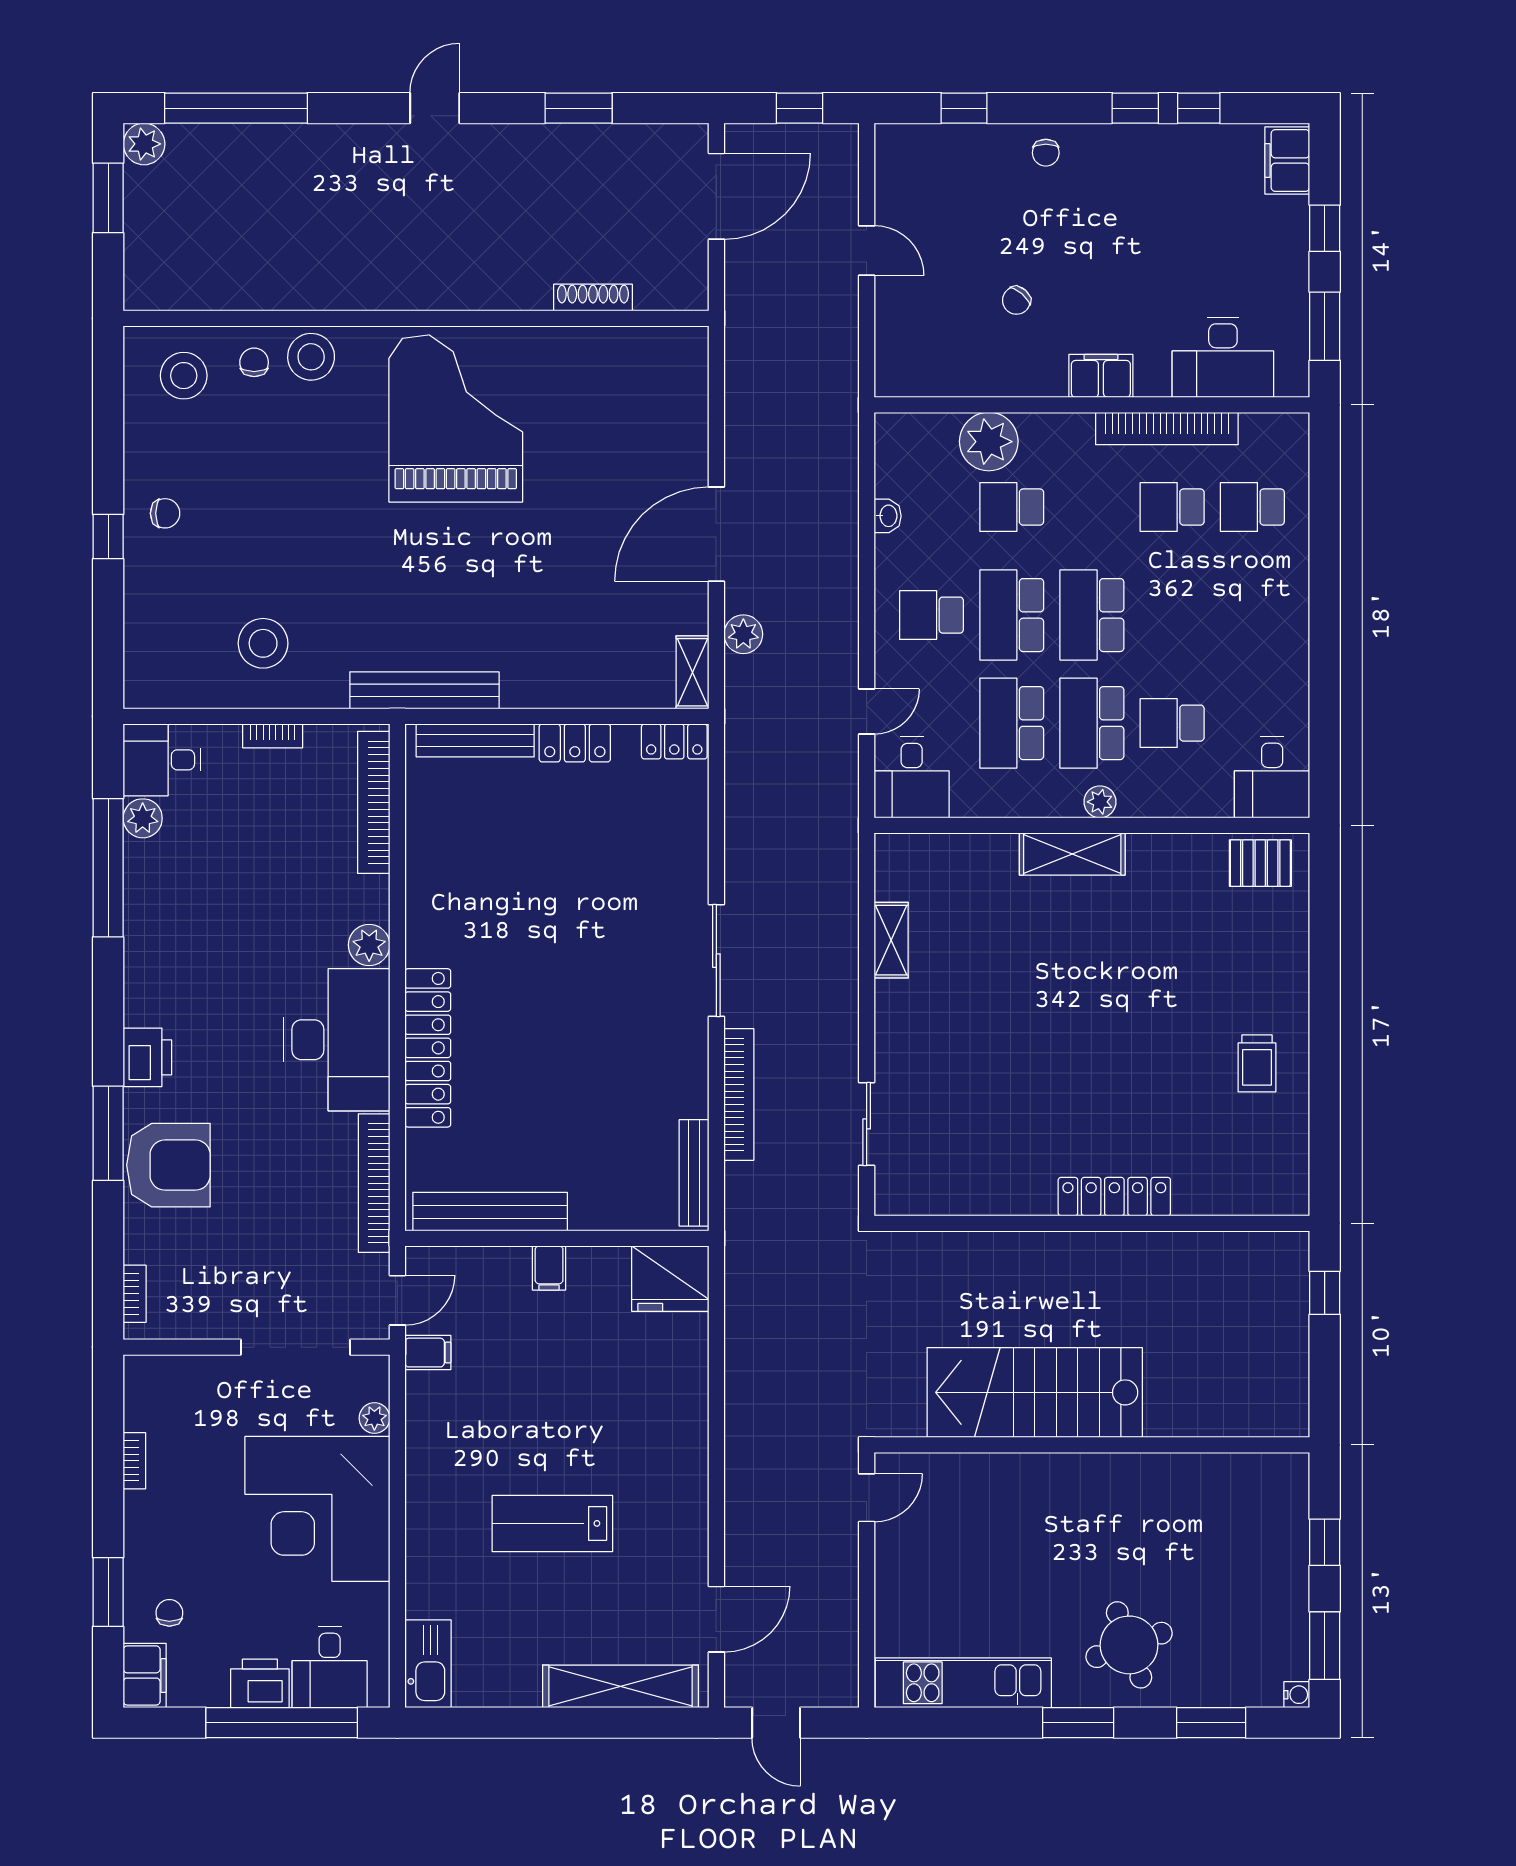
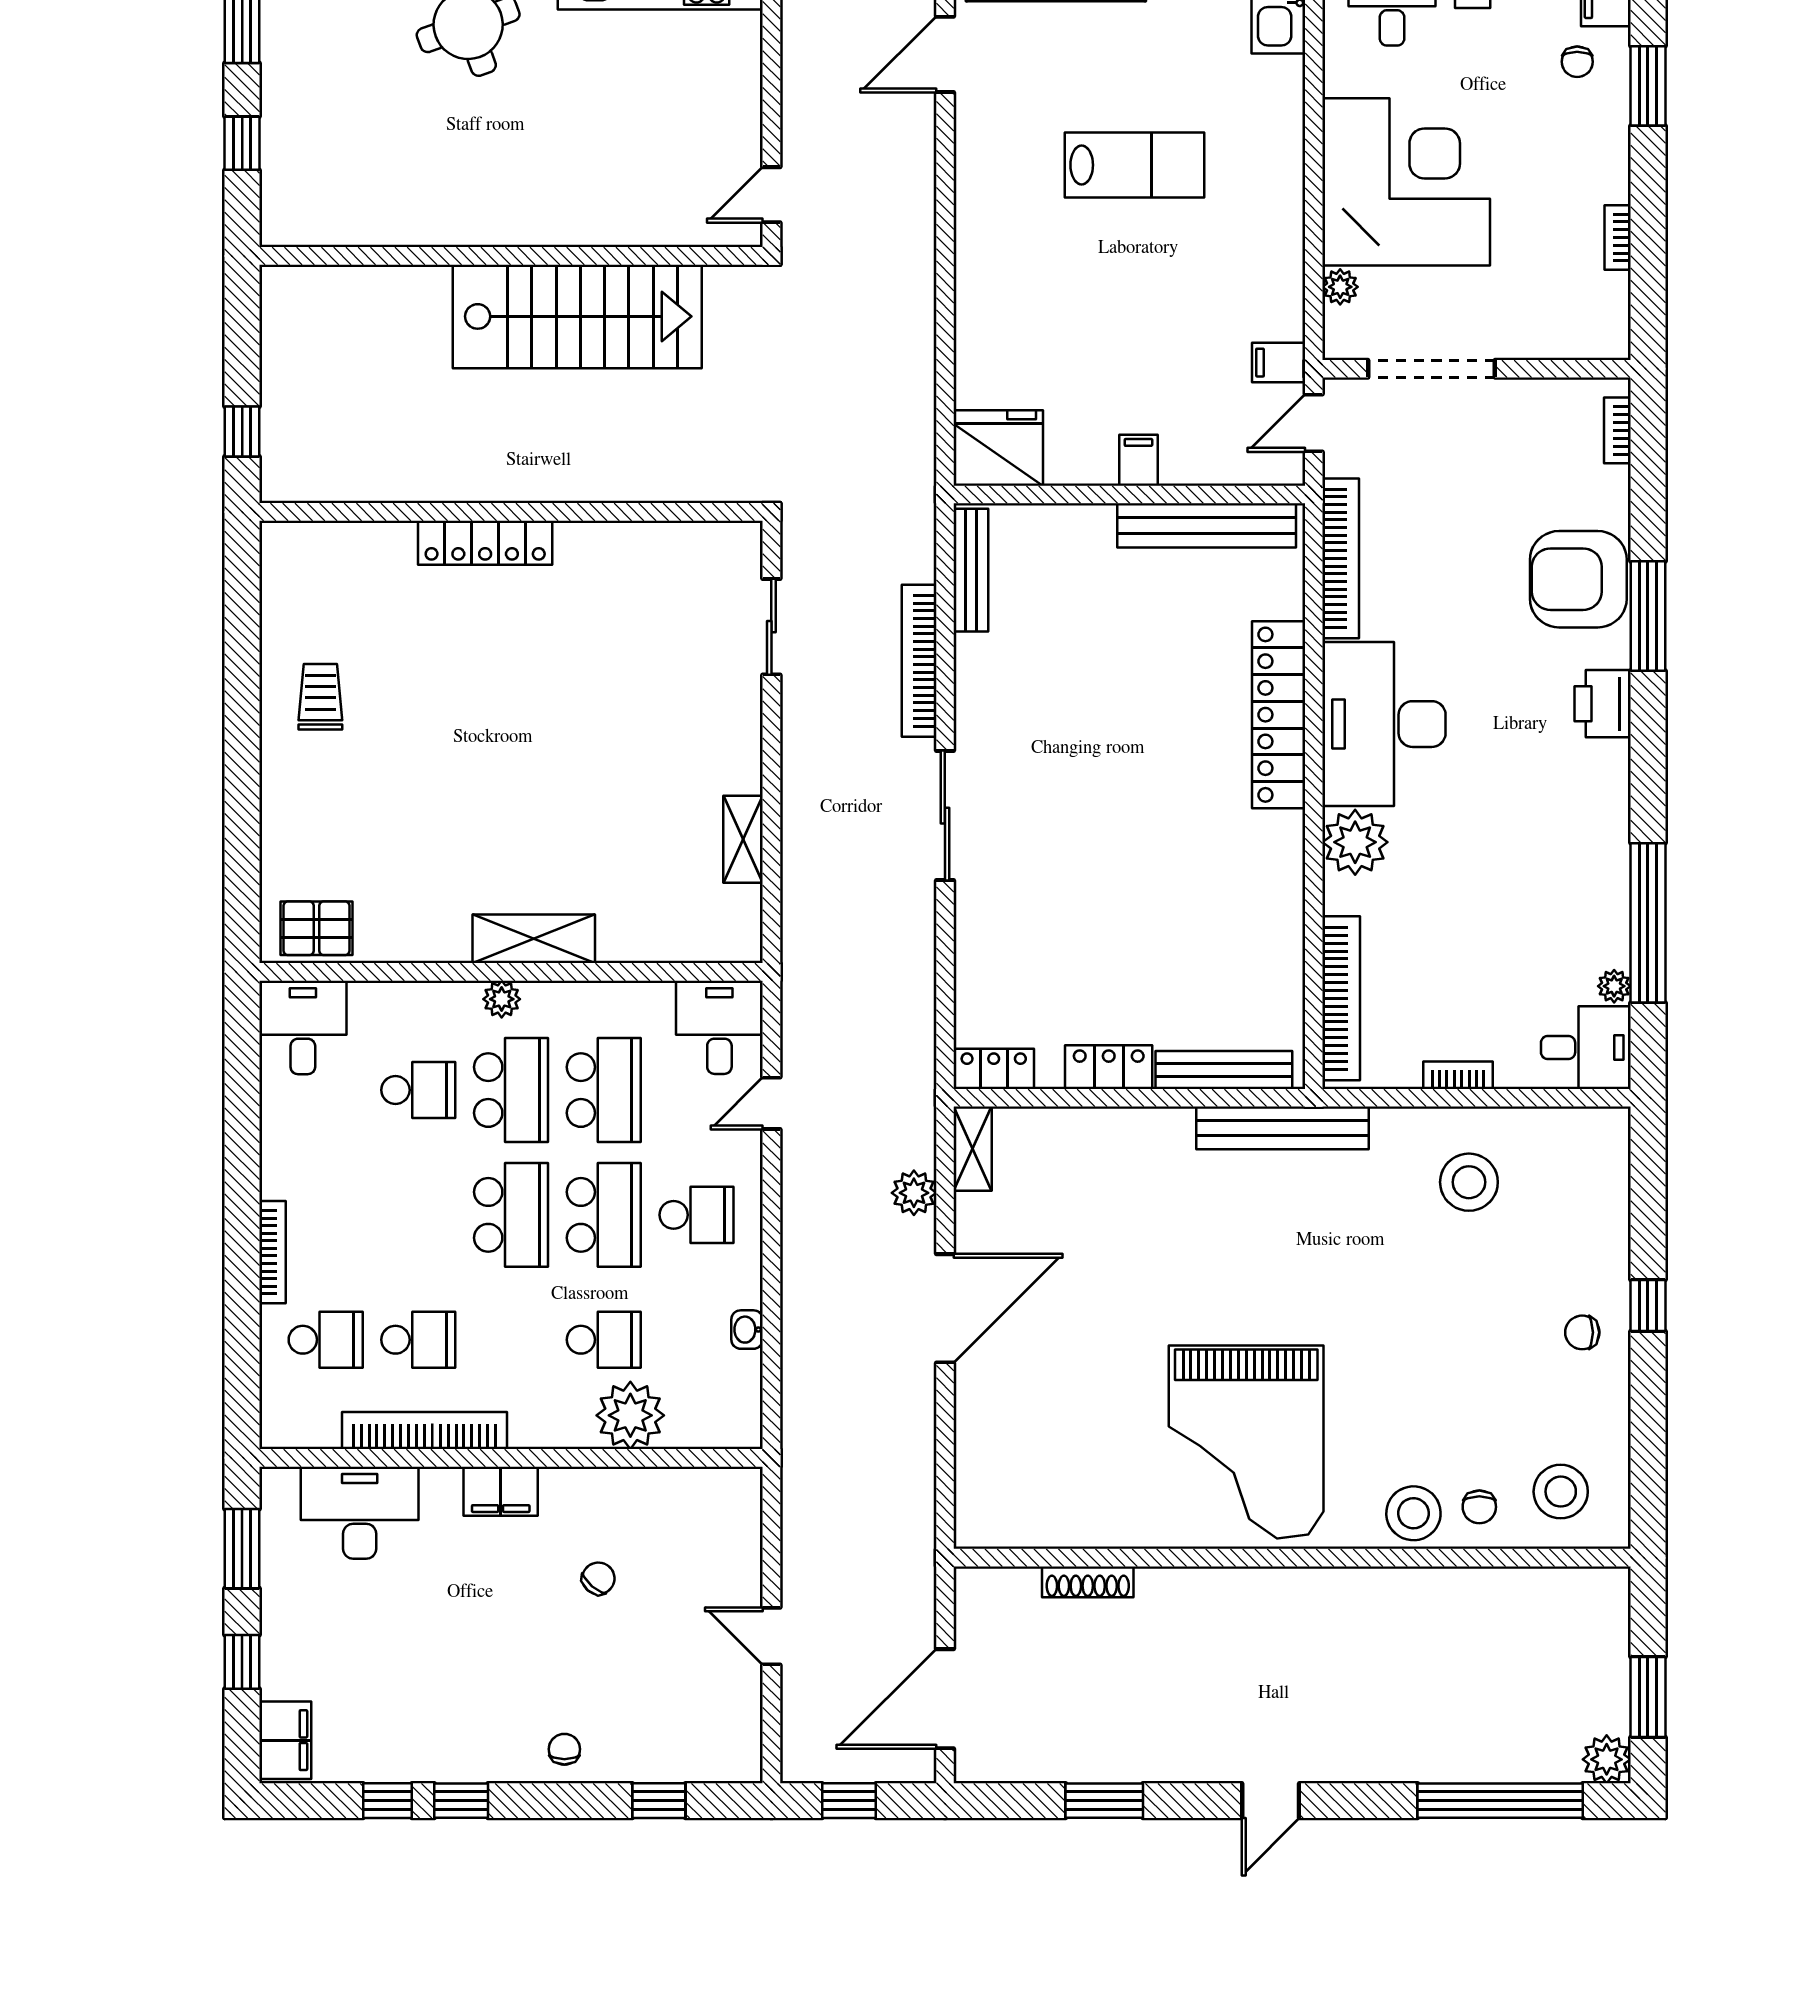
bookcase: (1298, 583) -> (273, 1252), added
plant: (143, 818) -> (1614, 986), width x0.73, depth x0.73
plant: (369, 945) -> (1355, 842), width x1.36, depth x1.36

